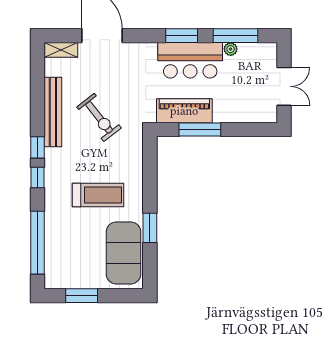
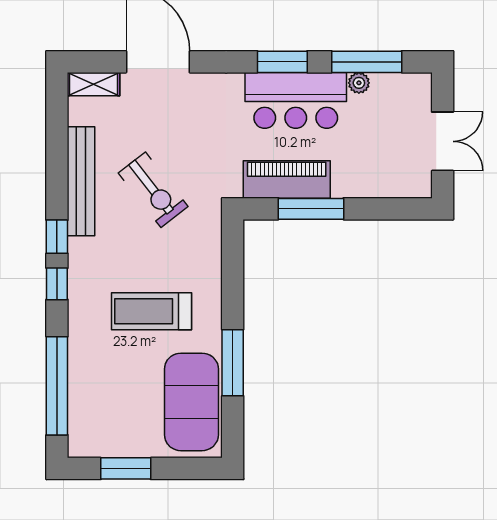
treadmill: (98, 195) -> (152, 311), turned 180
window: (150, 228) -> (233, 363), width x1.44

